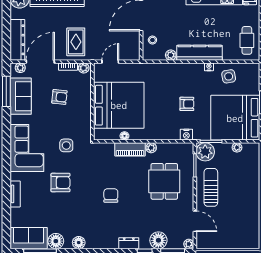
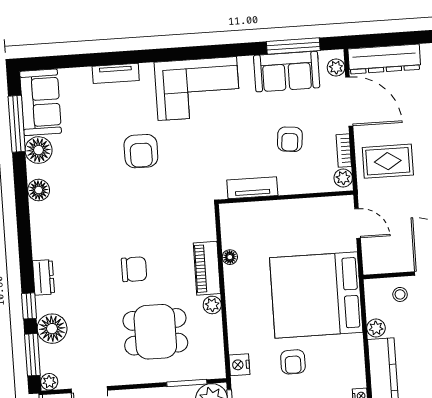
bed: (119, 105) -> (316, 295), moved, turned 90
tv unit: (86, 120) -> (252, 188), added
side table: (66, 145) -> (206, 157), removed
chair: (111, 196) -> (134, 269), moved

